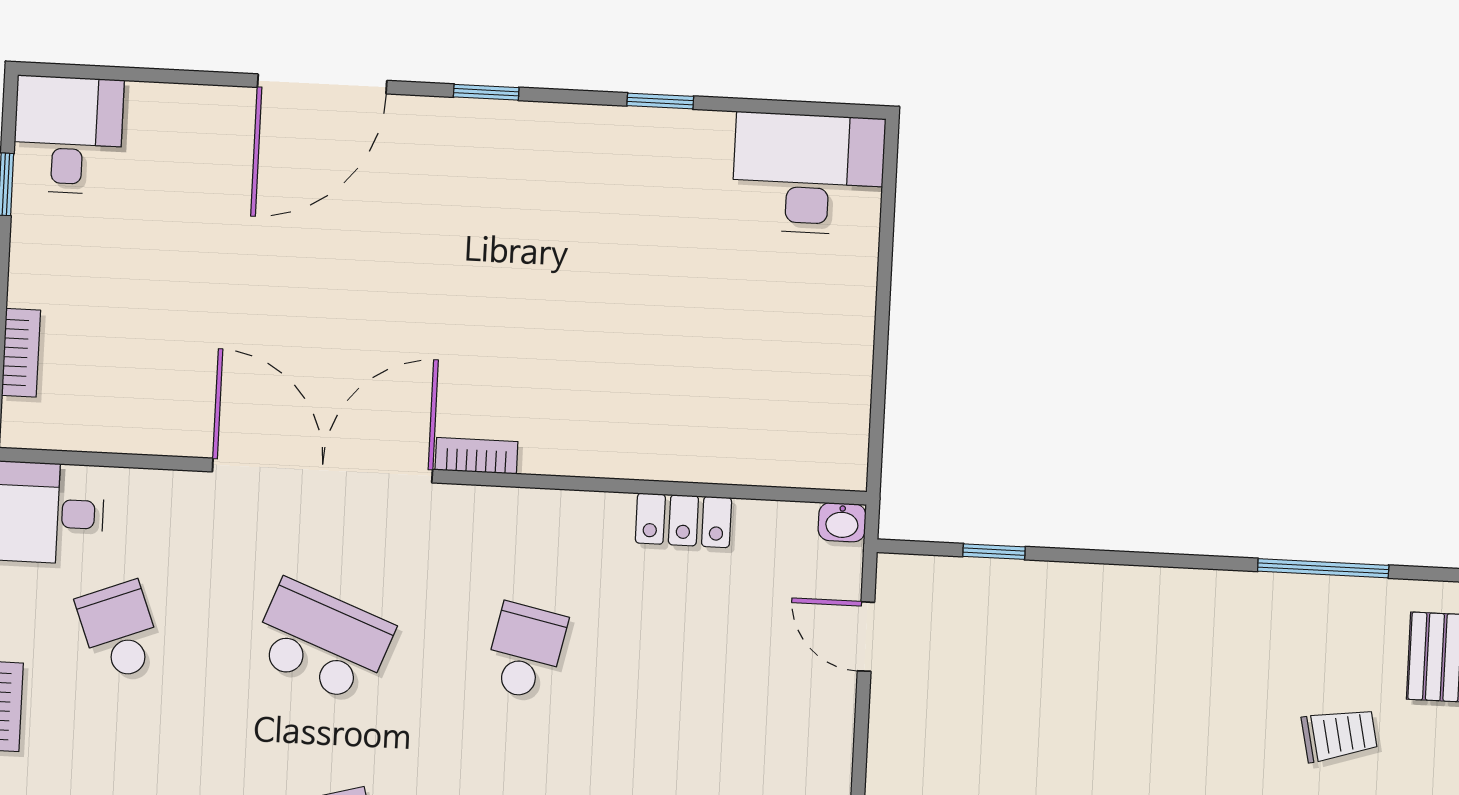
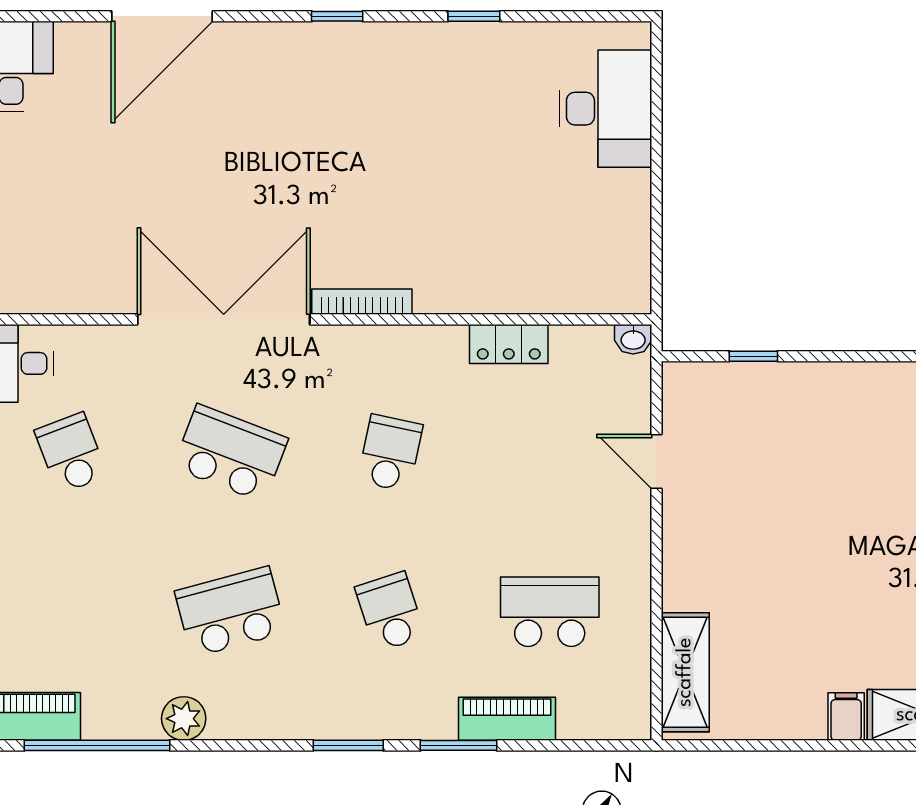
door: (322, 84) -> (162, 16), moved
desk: (808, 174) -> (605, 109), moved, turned 90
bookcase: (476, 456) -> (362, 302), width x1.56
door: (866, 637) -> (656, 461), moved

